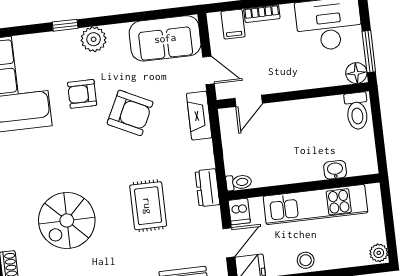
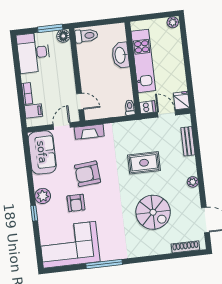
armchair: (130, 113) -> (88, 174), turned -121
washbasin: (335, 170) -> (121, 55), width x1.91, depth x1.45
dresser: (207, 188) -> (133, 127), removed
stool: (306, 260) -> (177, 67), removed

